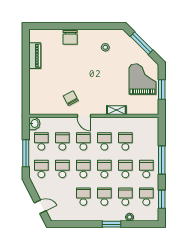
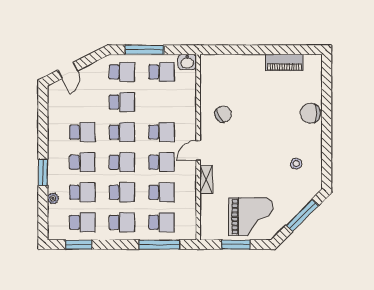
door: (84, 116) -> (198, 150), moved
school desk: (62, 141) -> (161, 222), moved
window: (162, 160) -> (159, 245), moved

